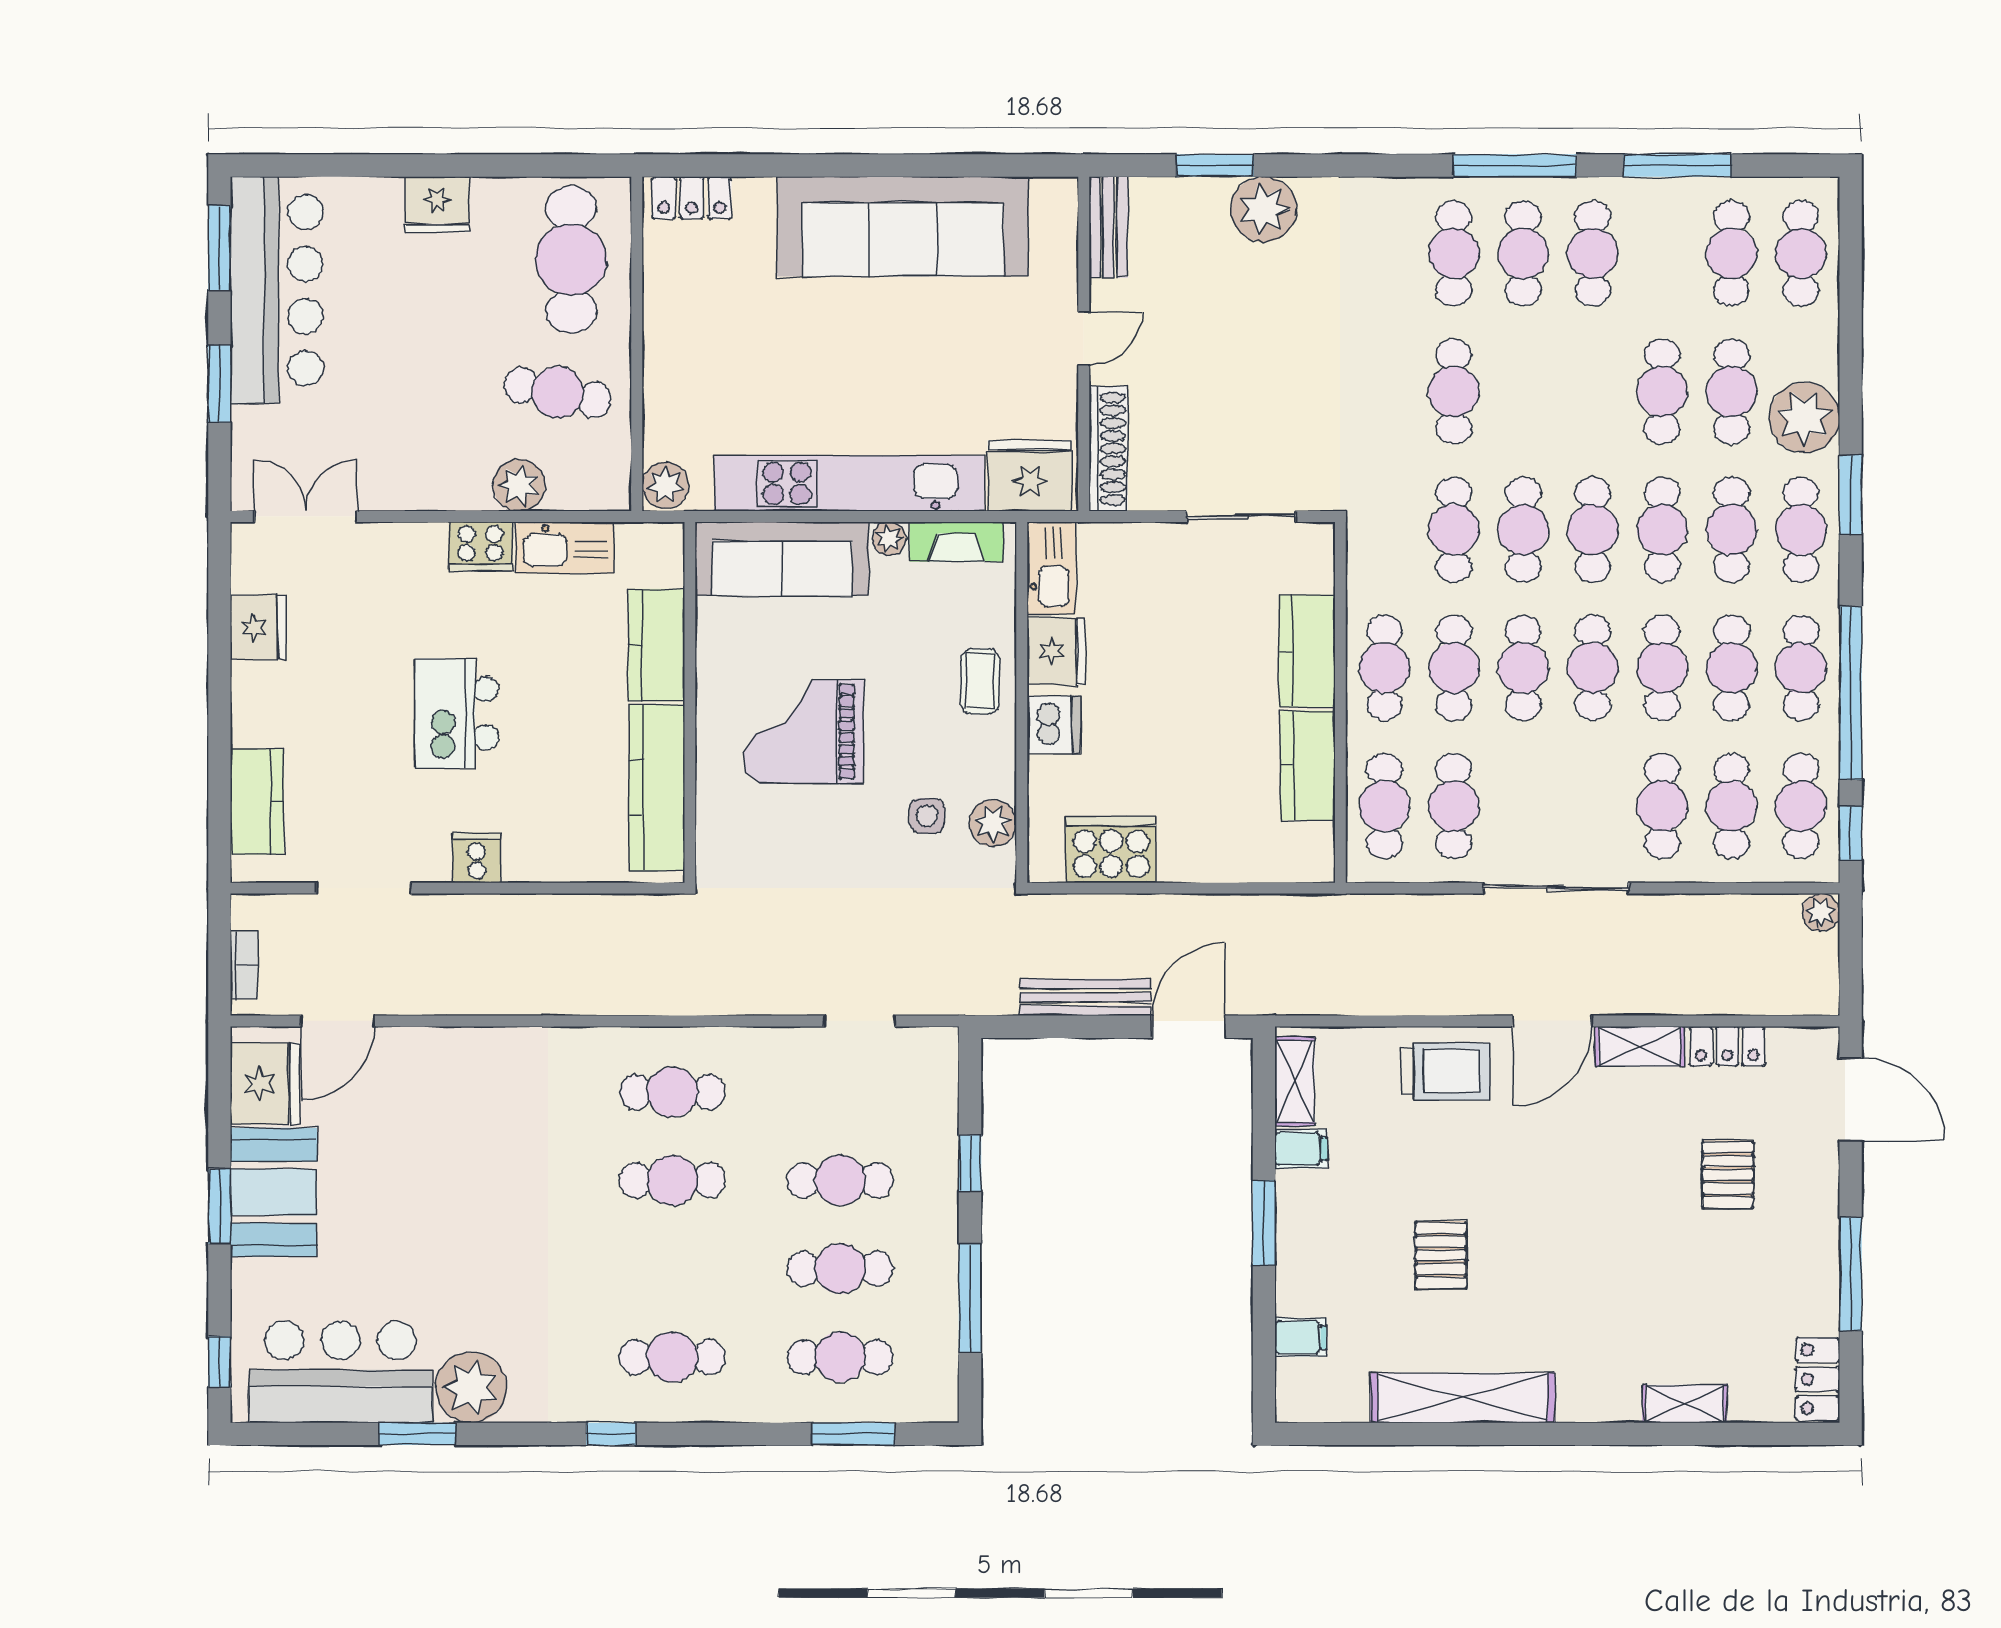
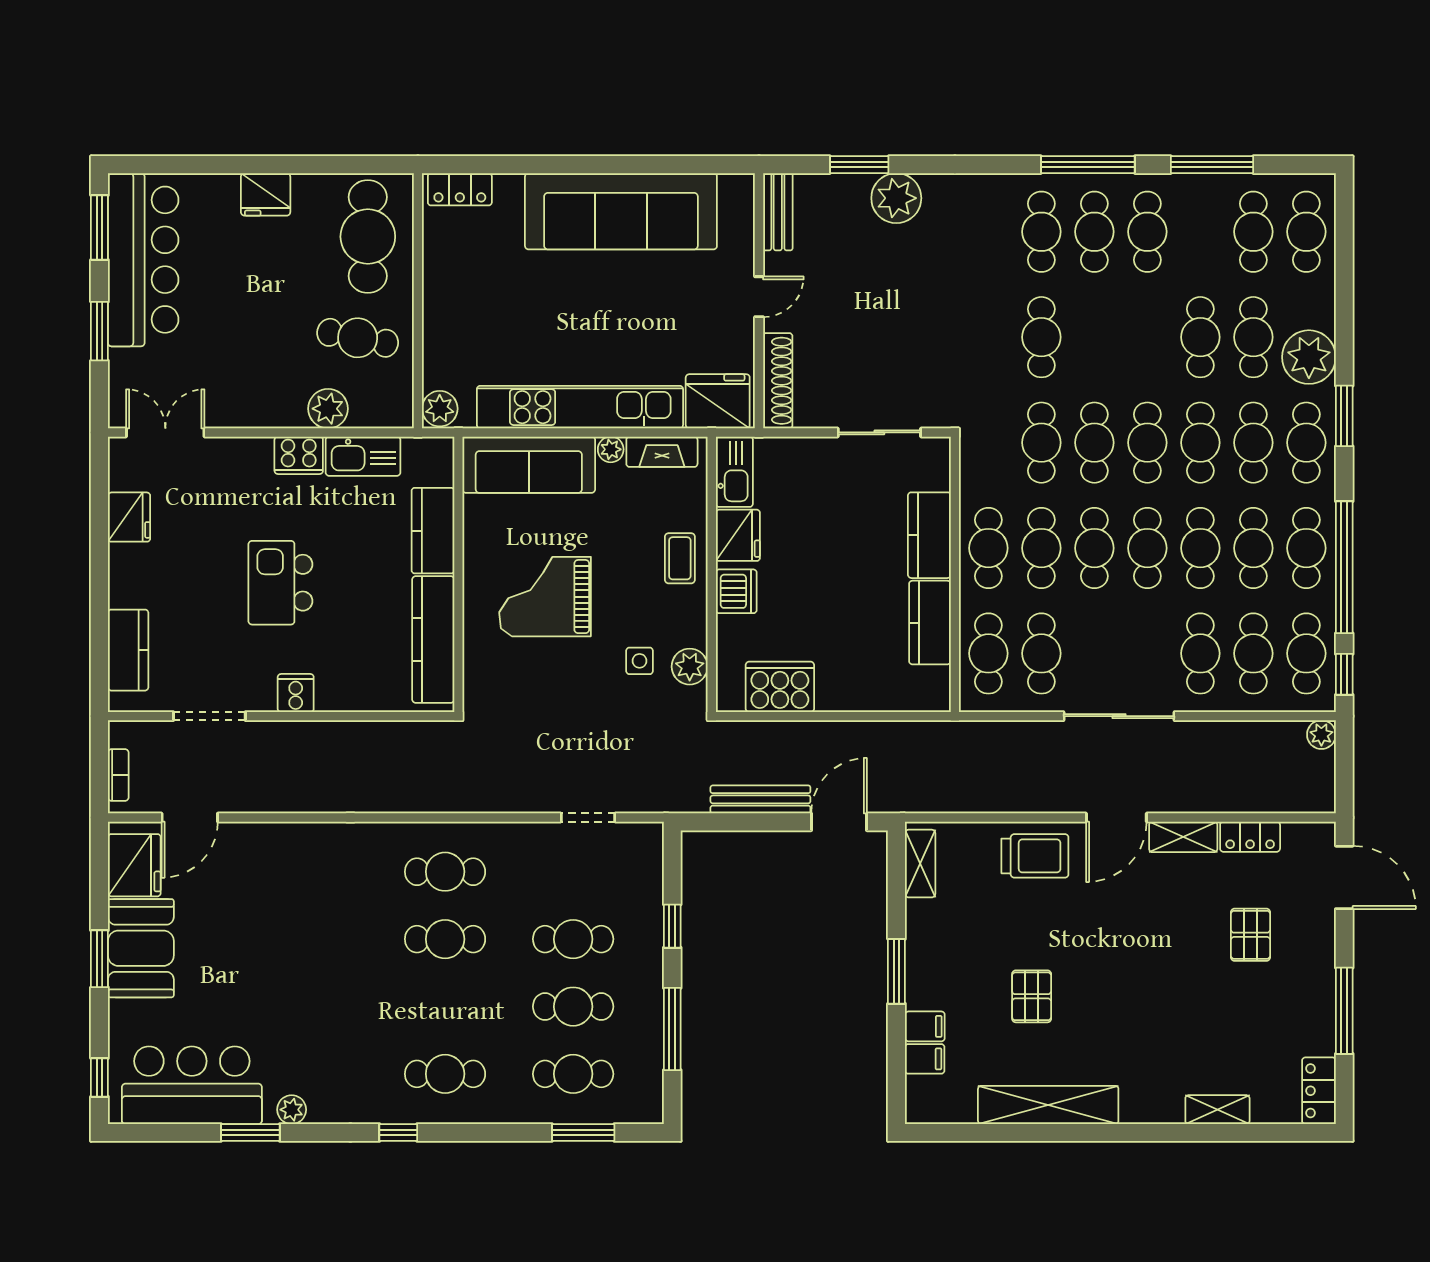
filing cabinet: (1301, 1149) -> (925, 1026), moved
plant: (471, 1387) -> (292, 1110), width x0.53, depth x0.53

